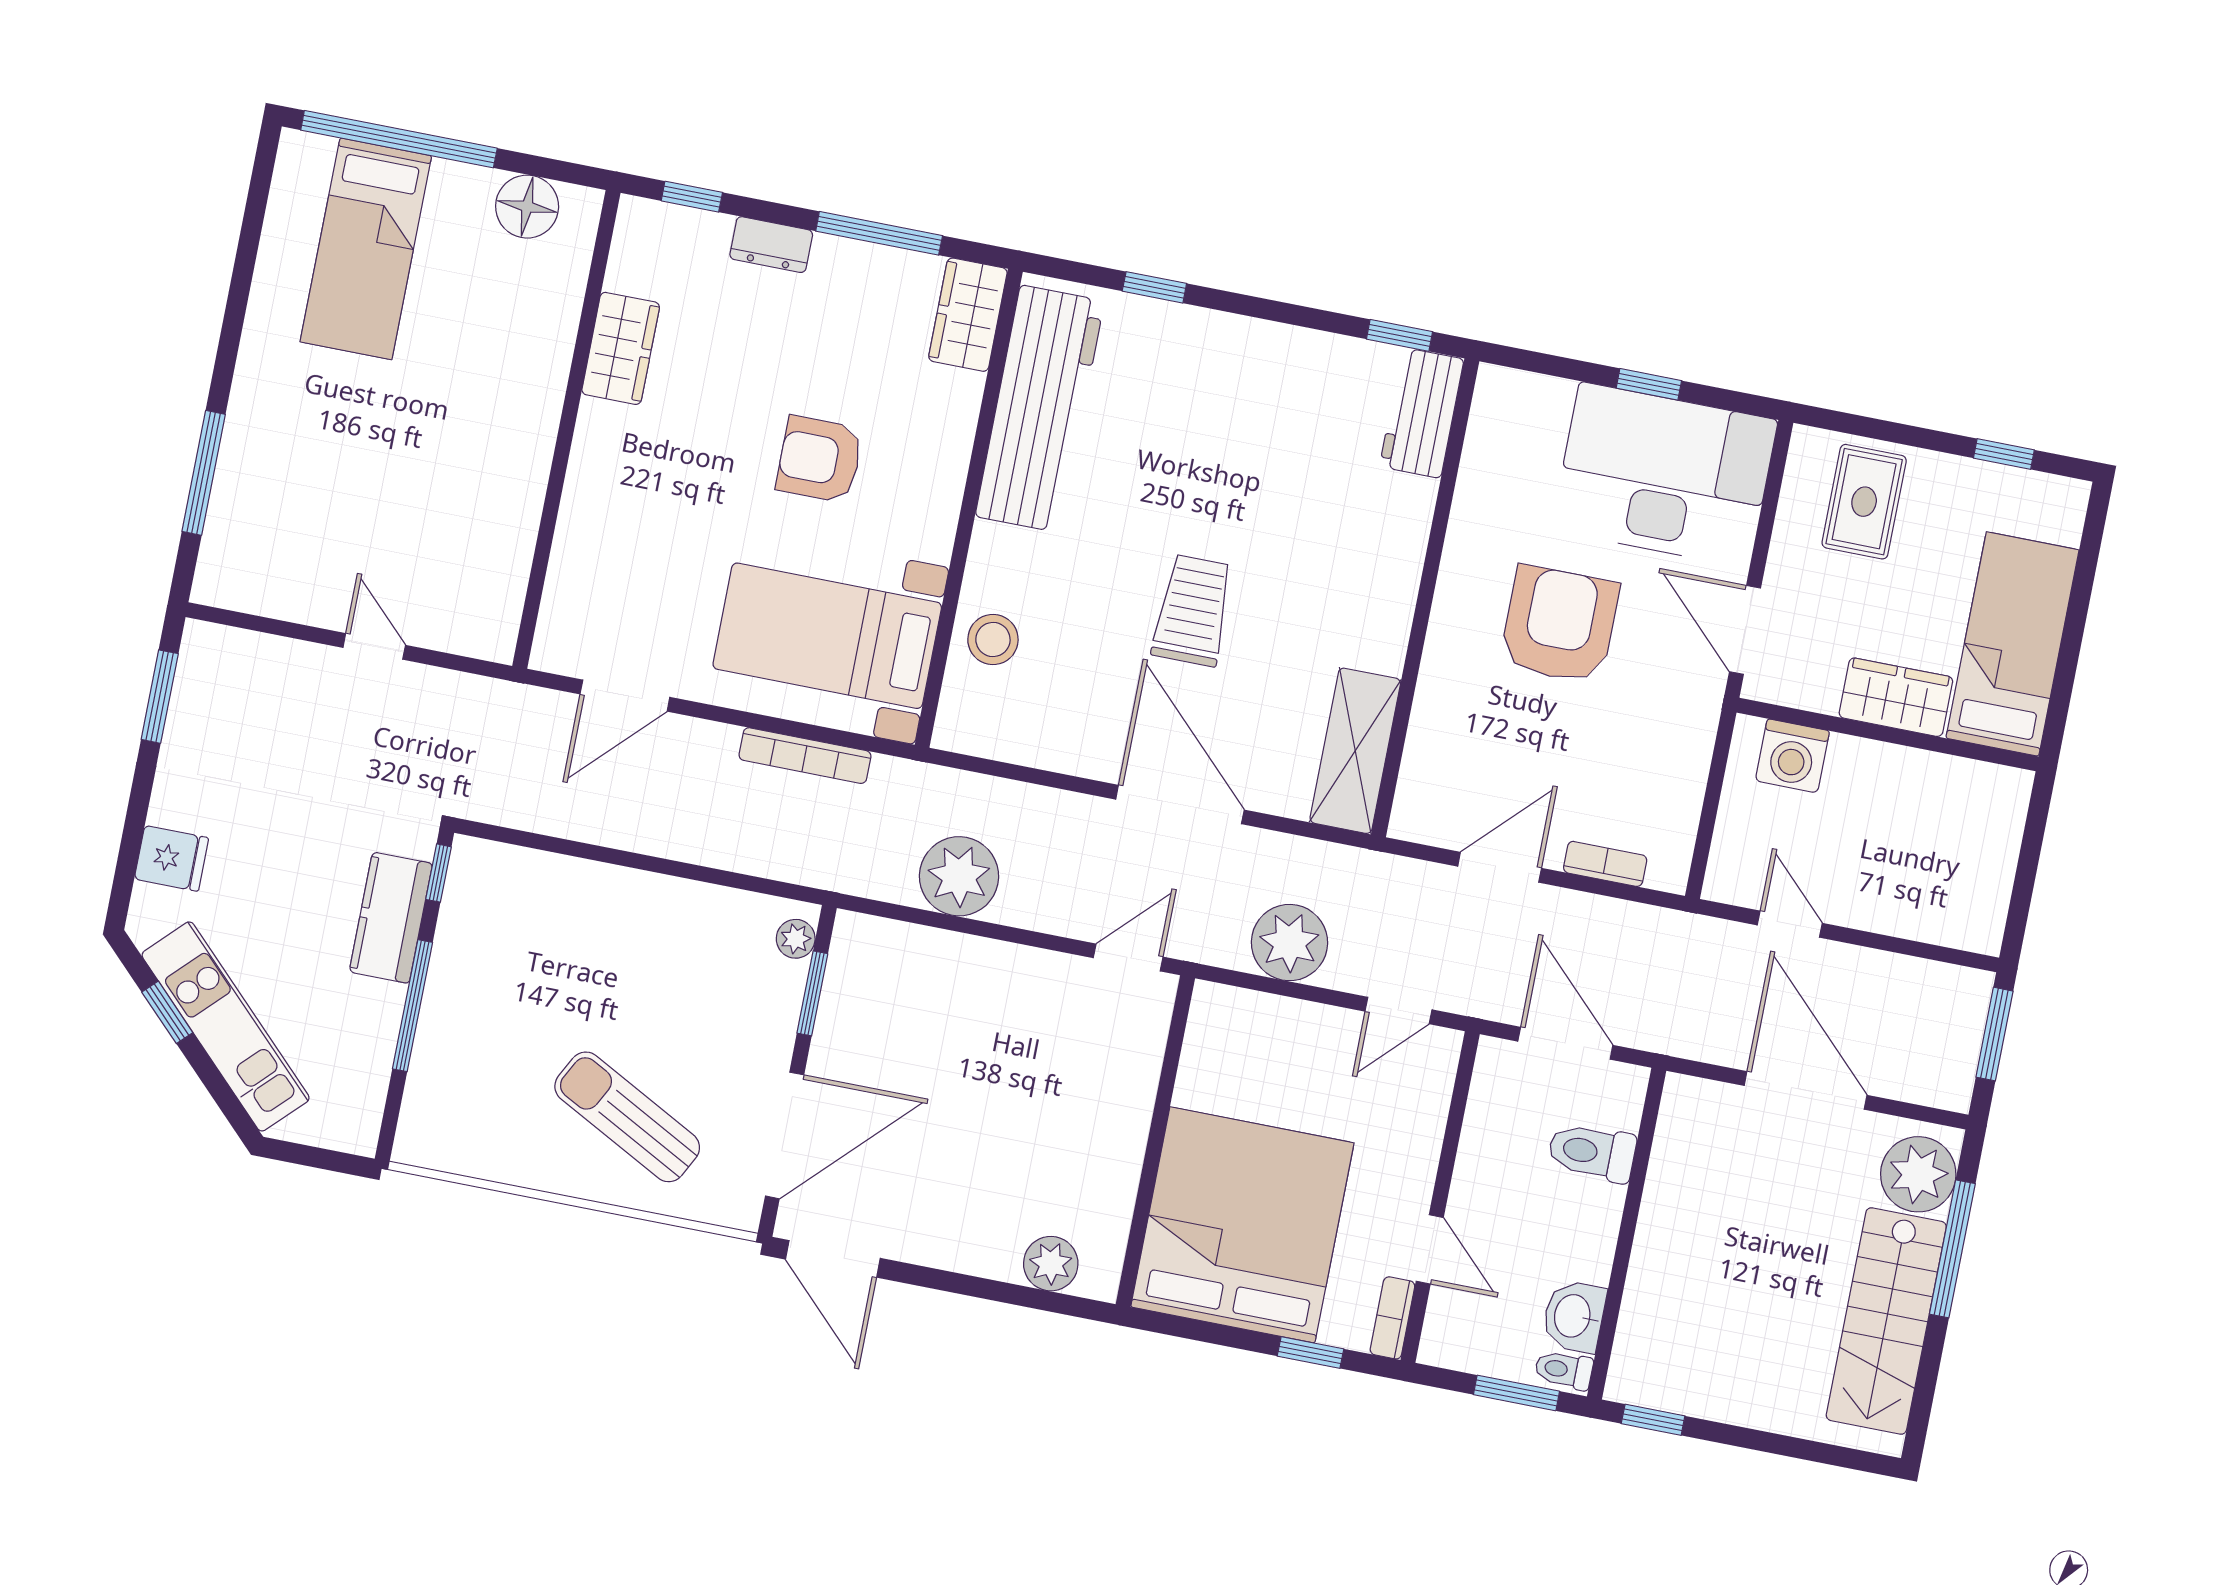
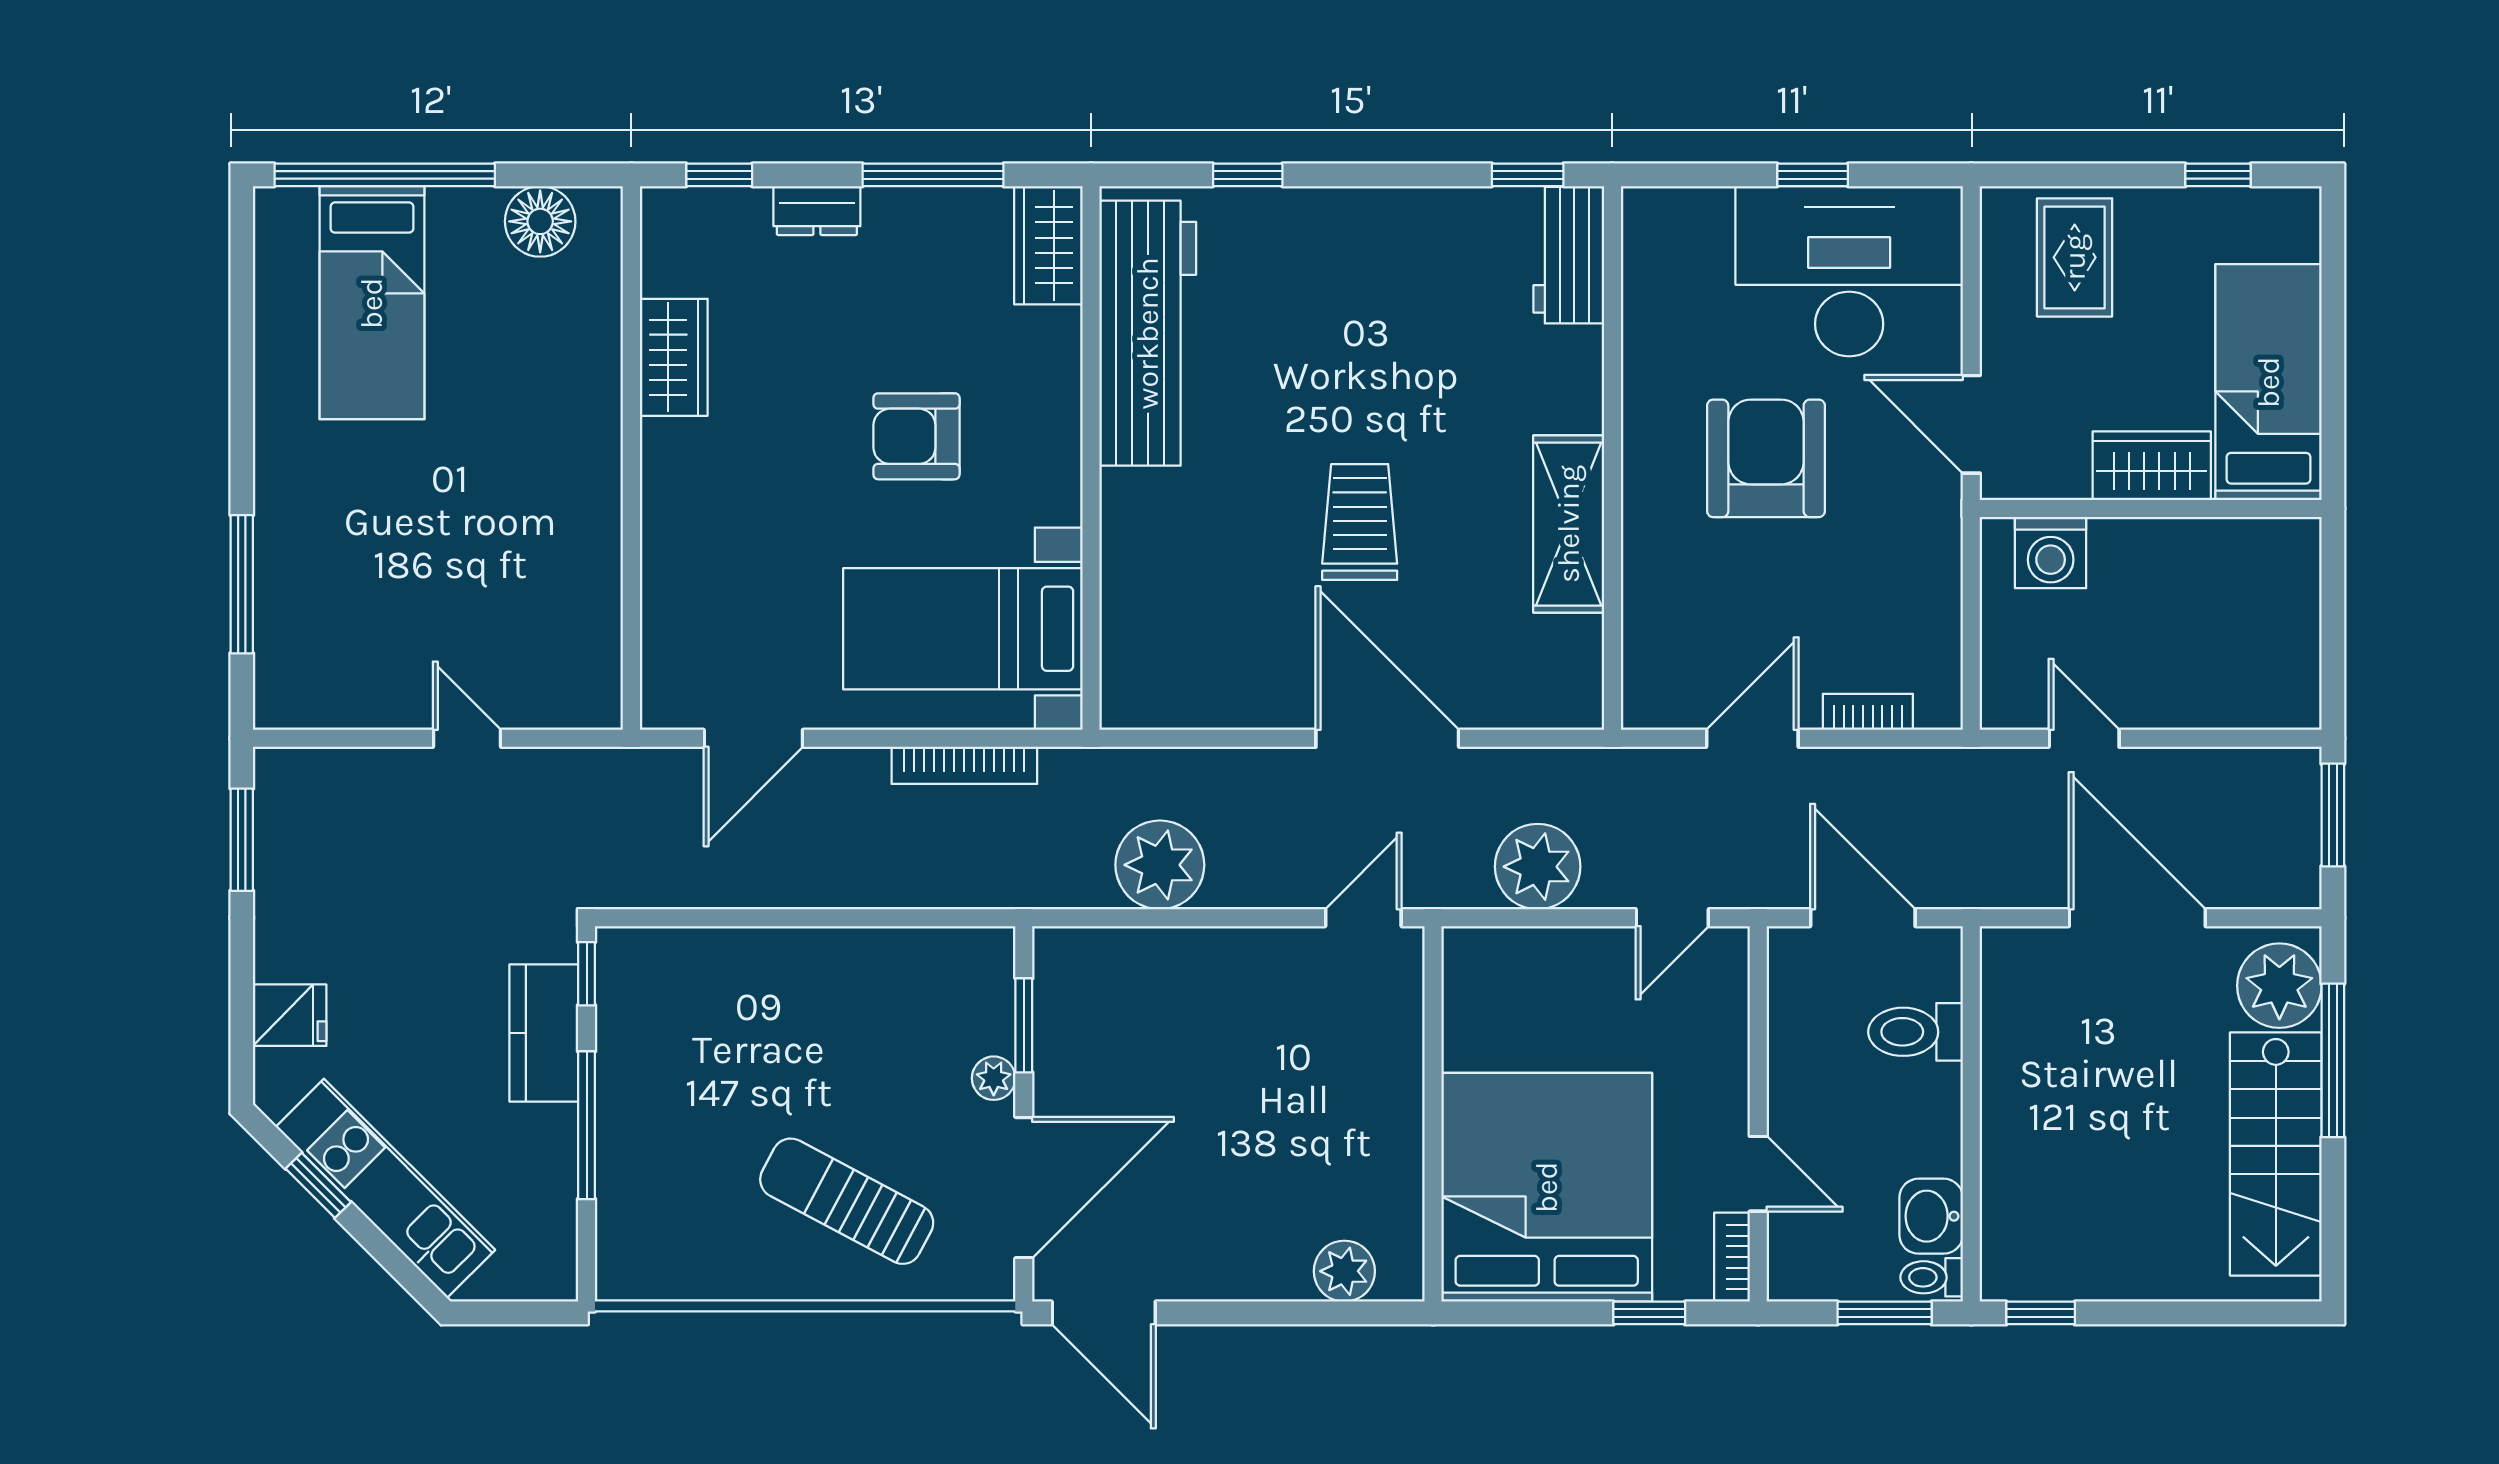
stool: (993, 640) -> (1146, 597), removed
shelving: (1355, 751) -> (1569, 524), moved
plant: (796, 939) -> (994, 1078), moved

